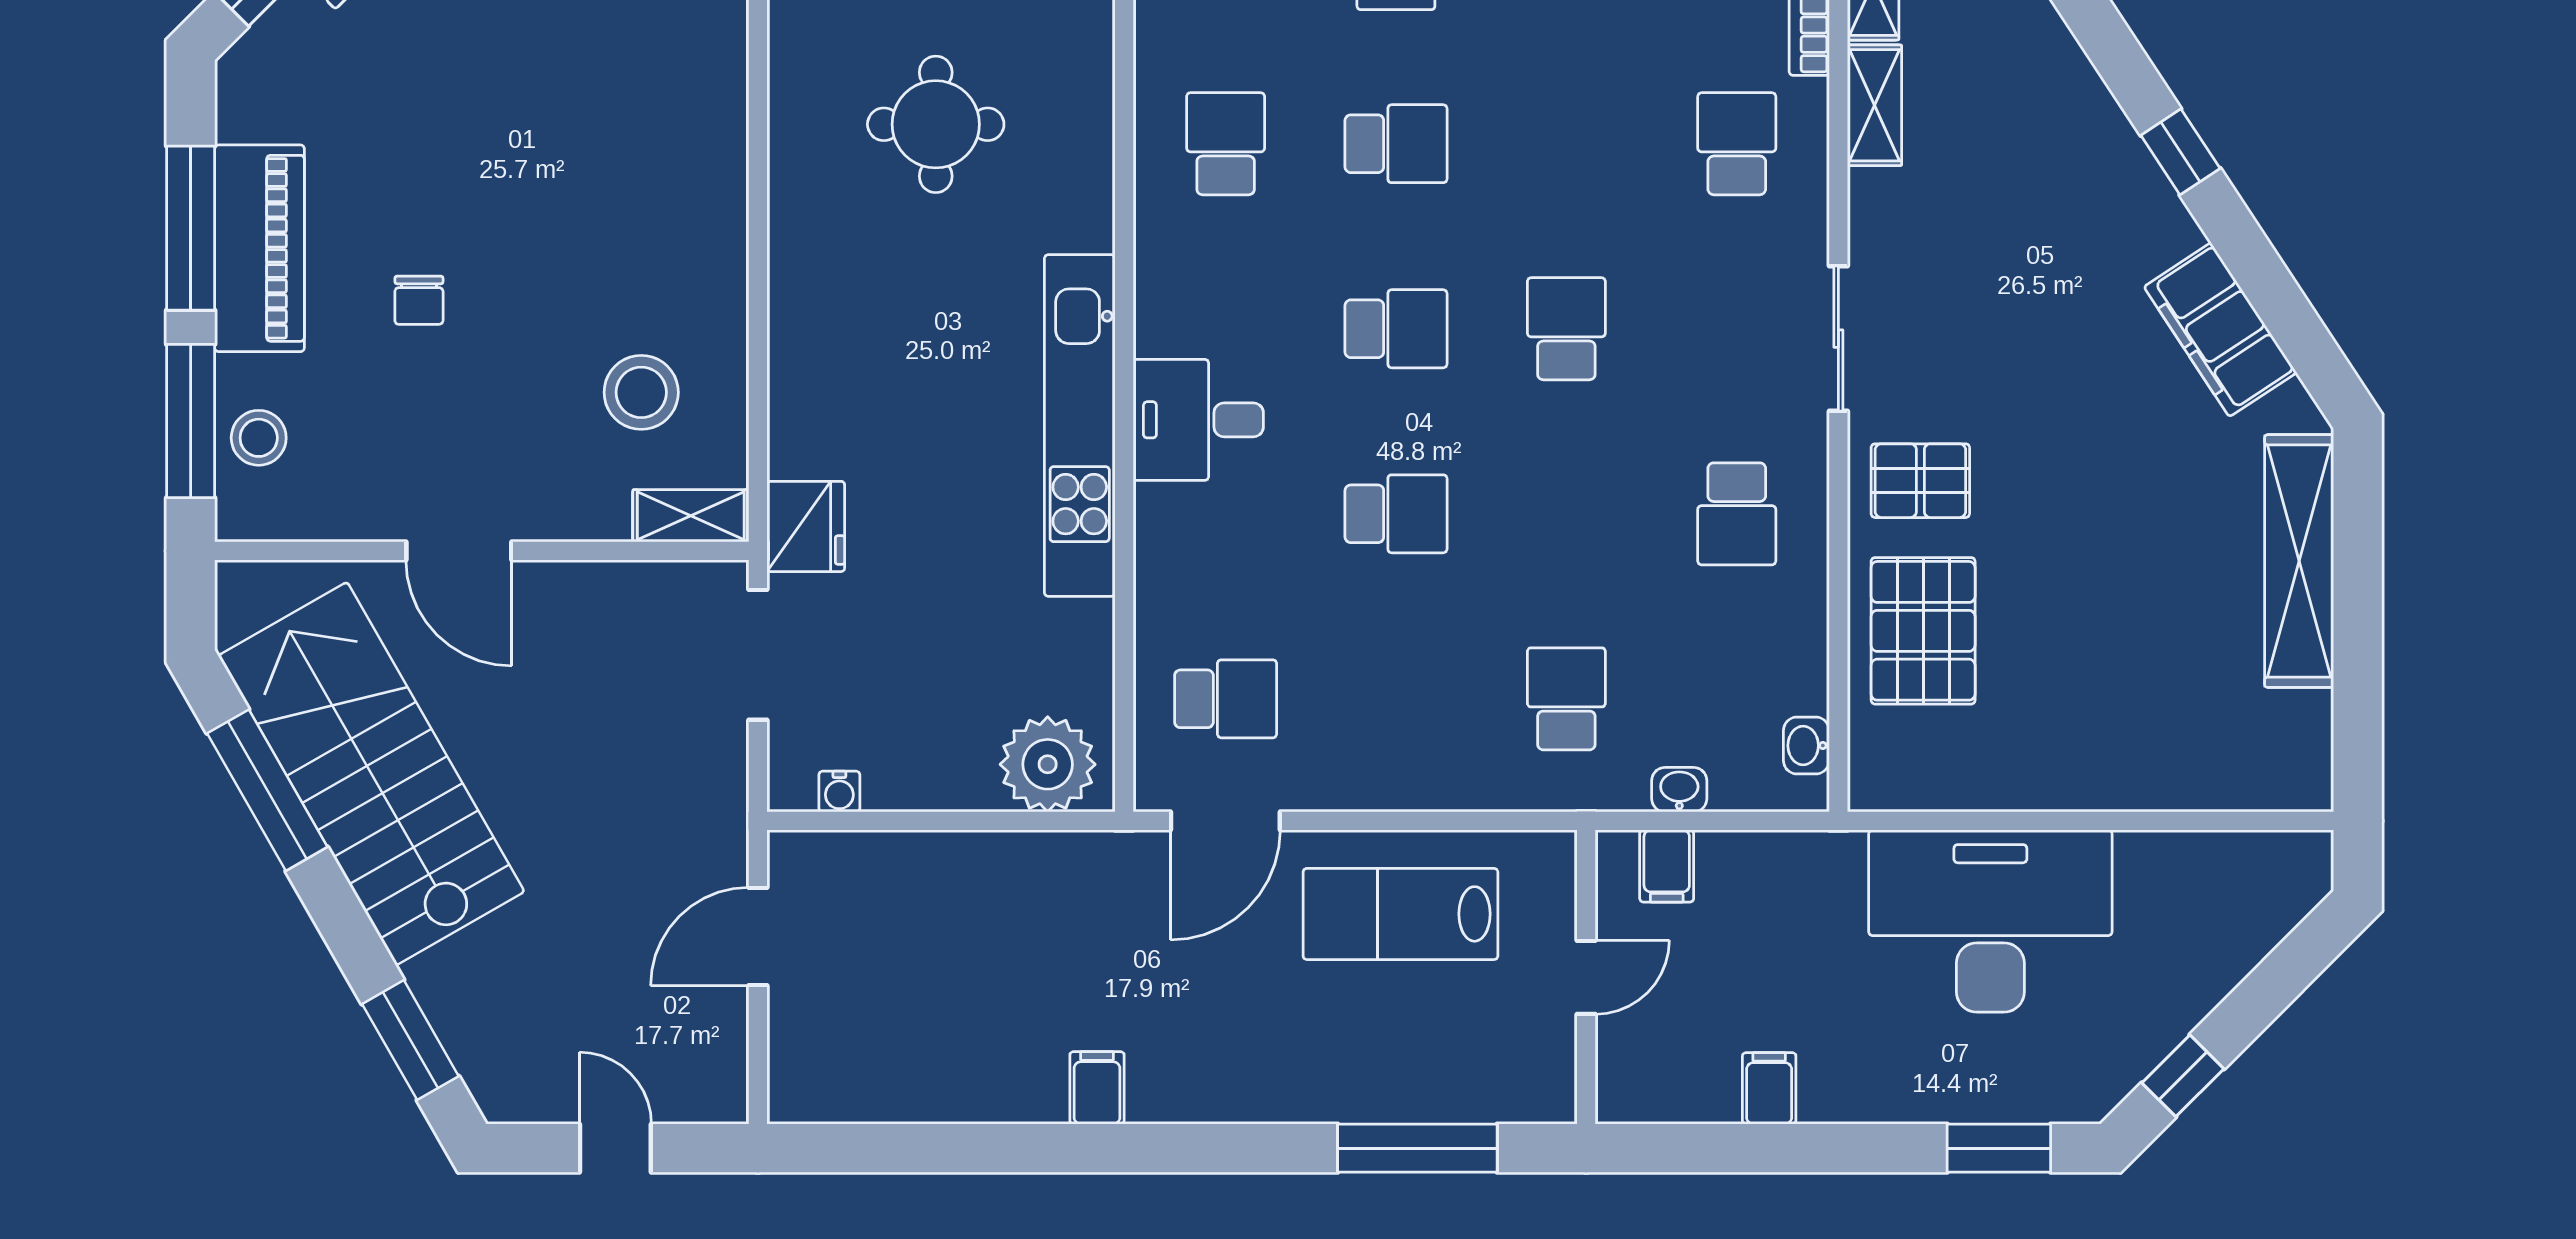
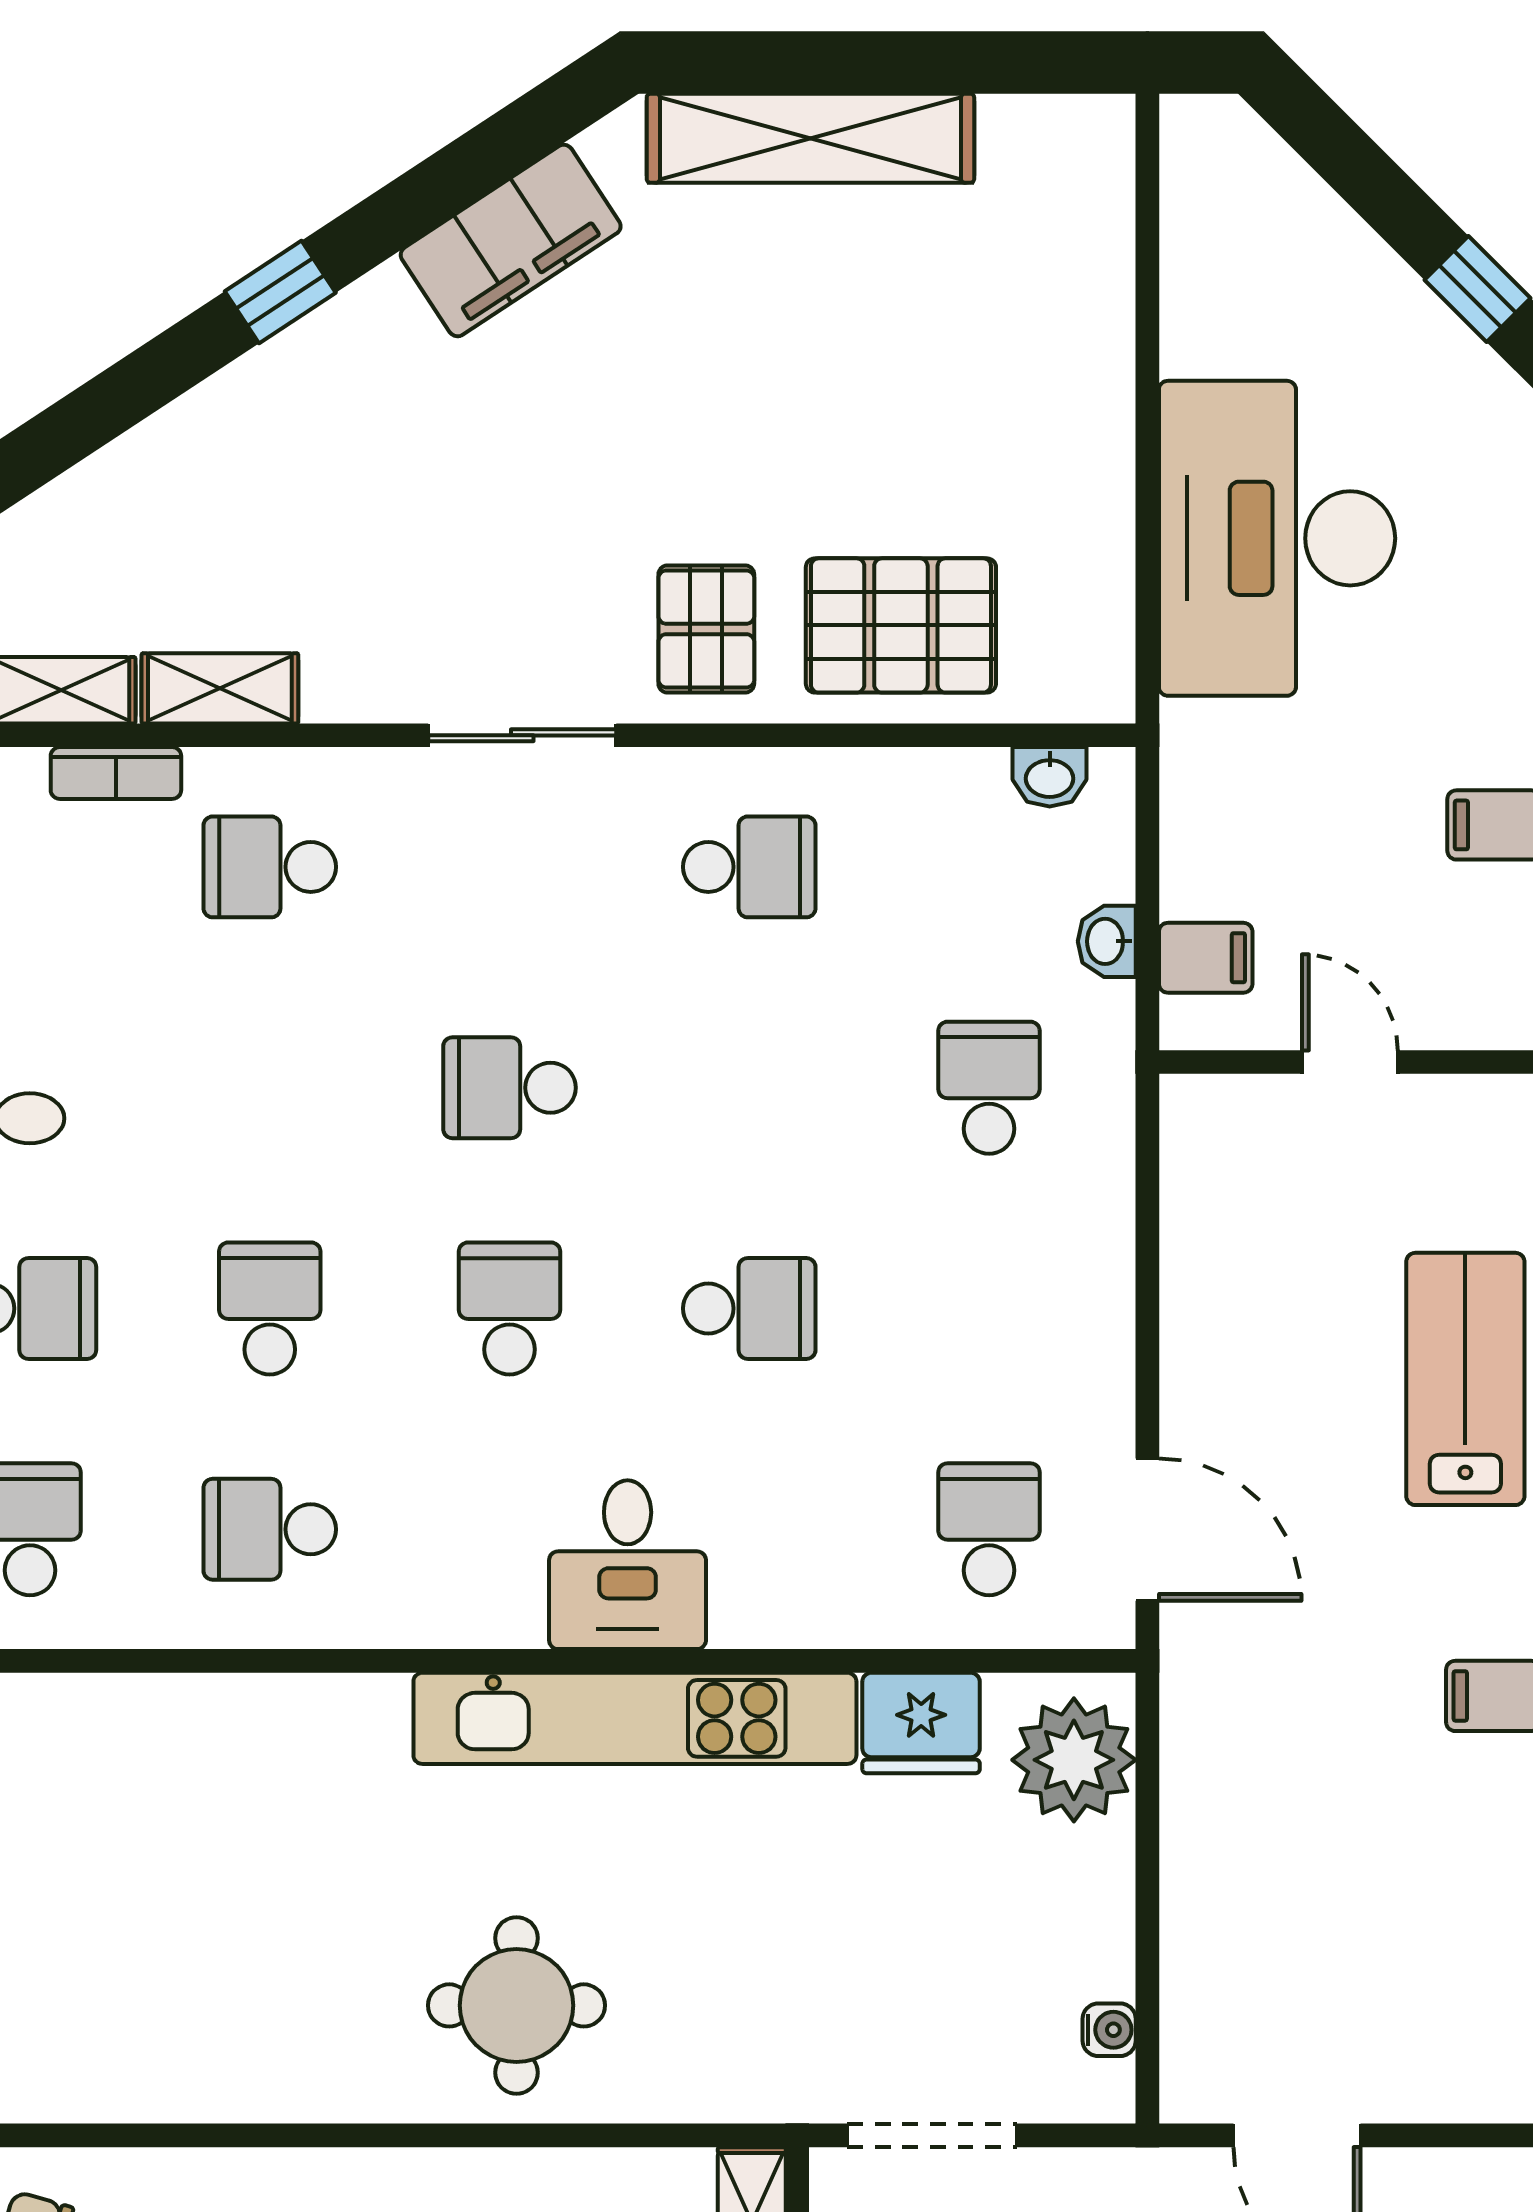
round table: (936, 124) -> (516, 2005), moved
school desk: (1396, 514) -> (749, 1308), turned 90
fridge: (806, 526) -> (921, 1723), moved, turned 180
school desk: (1566, 699) -> (989, 1088), turned 90
lab bench: (1400, 914) -> (1465, 1379), moved, turned 180

